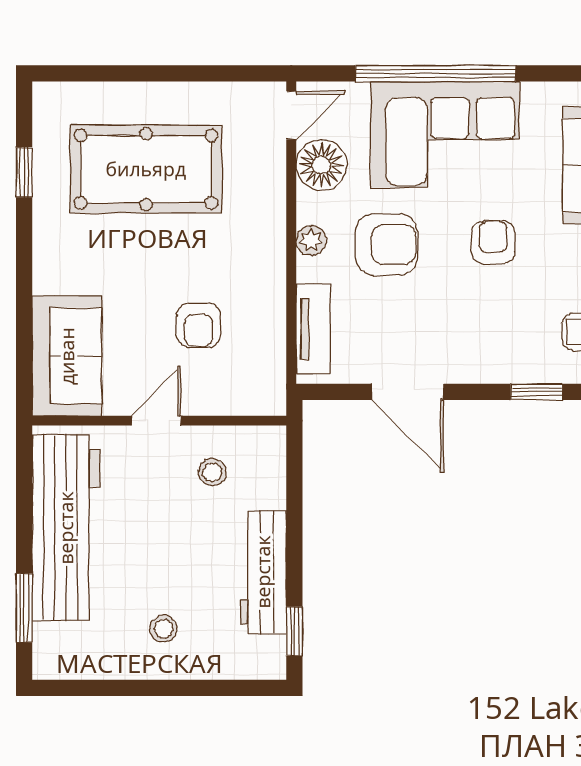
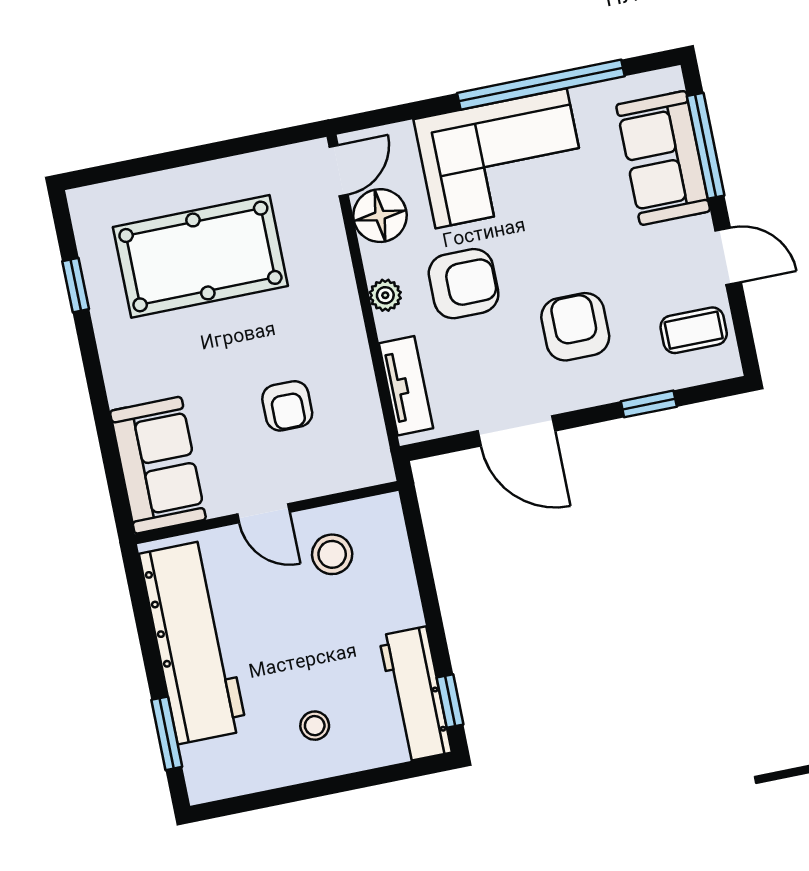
window: (435, 73) -> (541, 85), moved
armchair: (493, 242) -> (575, 327), moved, width x1.38, depth x1.38
door: (156, 421) -> (264, 513), swing flipped
stool: (212, 472) -> (332, 554), width x1.37, depth x1.37
workbench: (263, 572) -> (415, 694), moved

